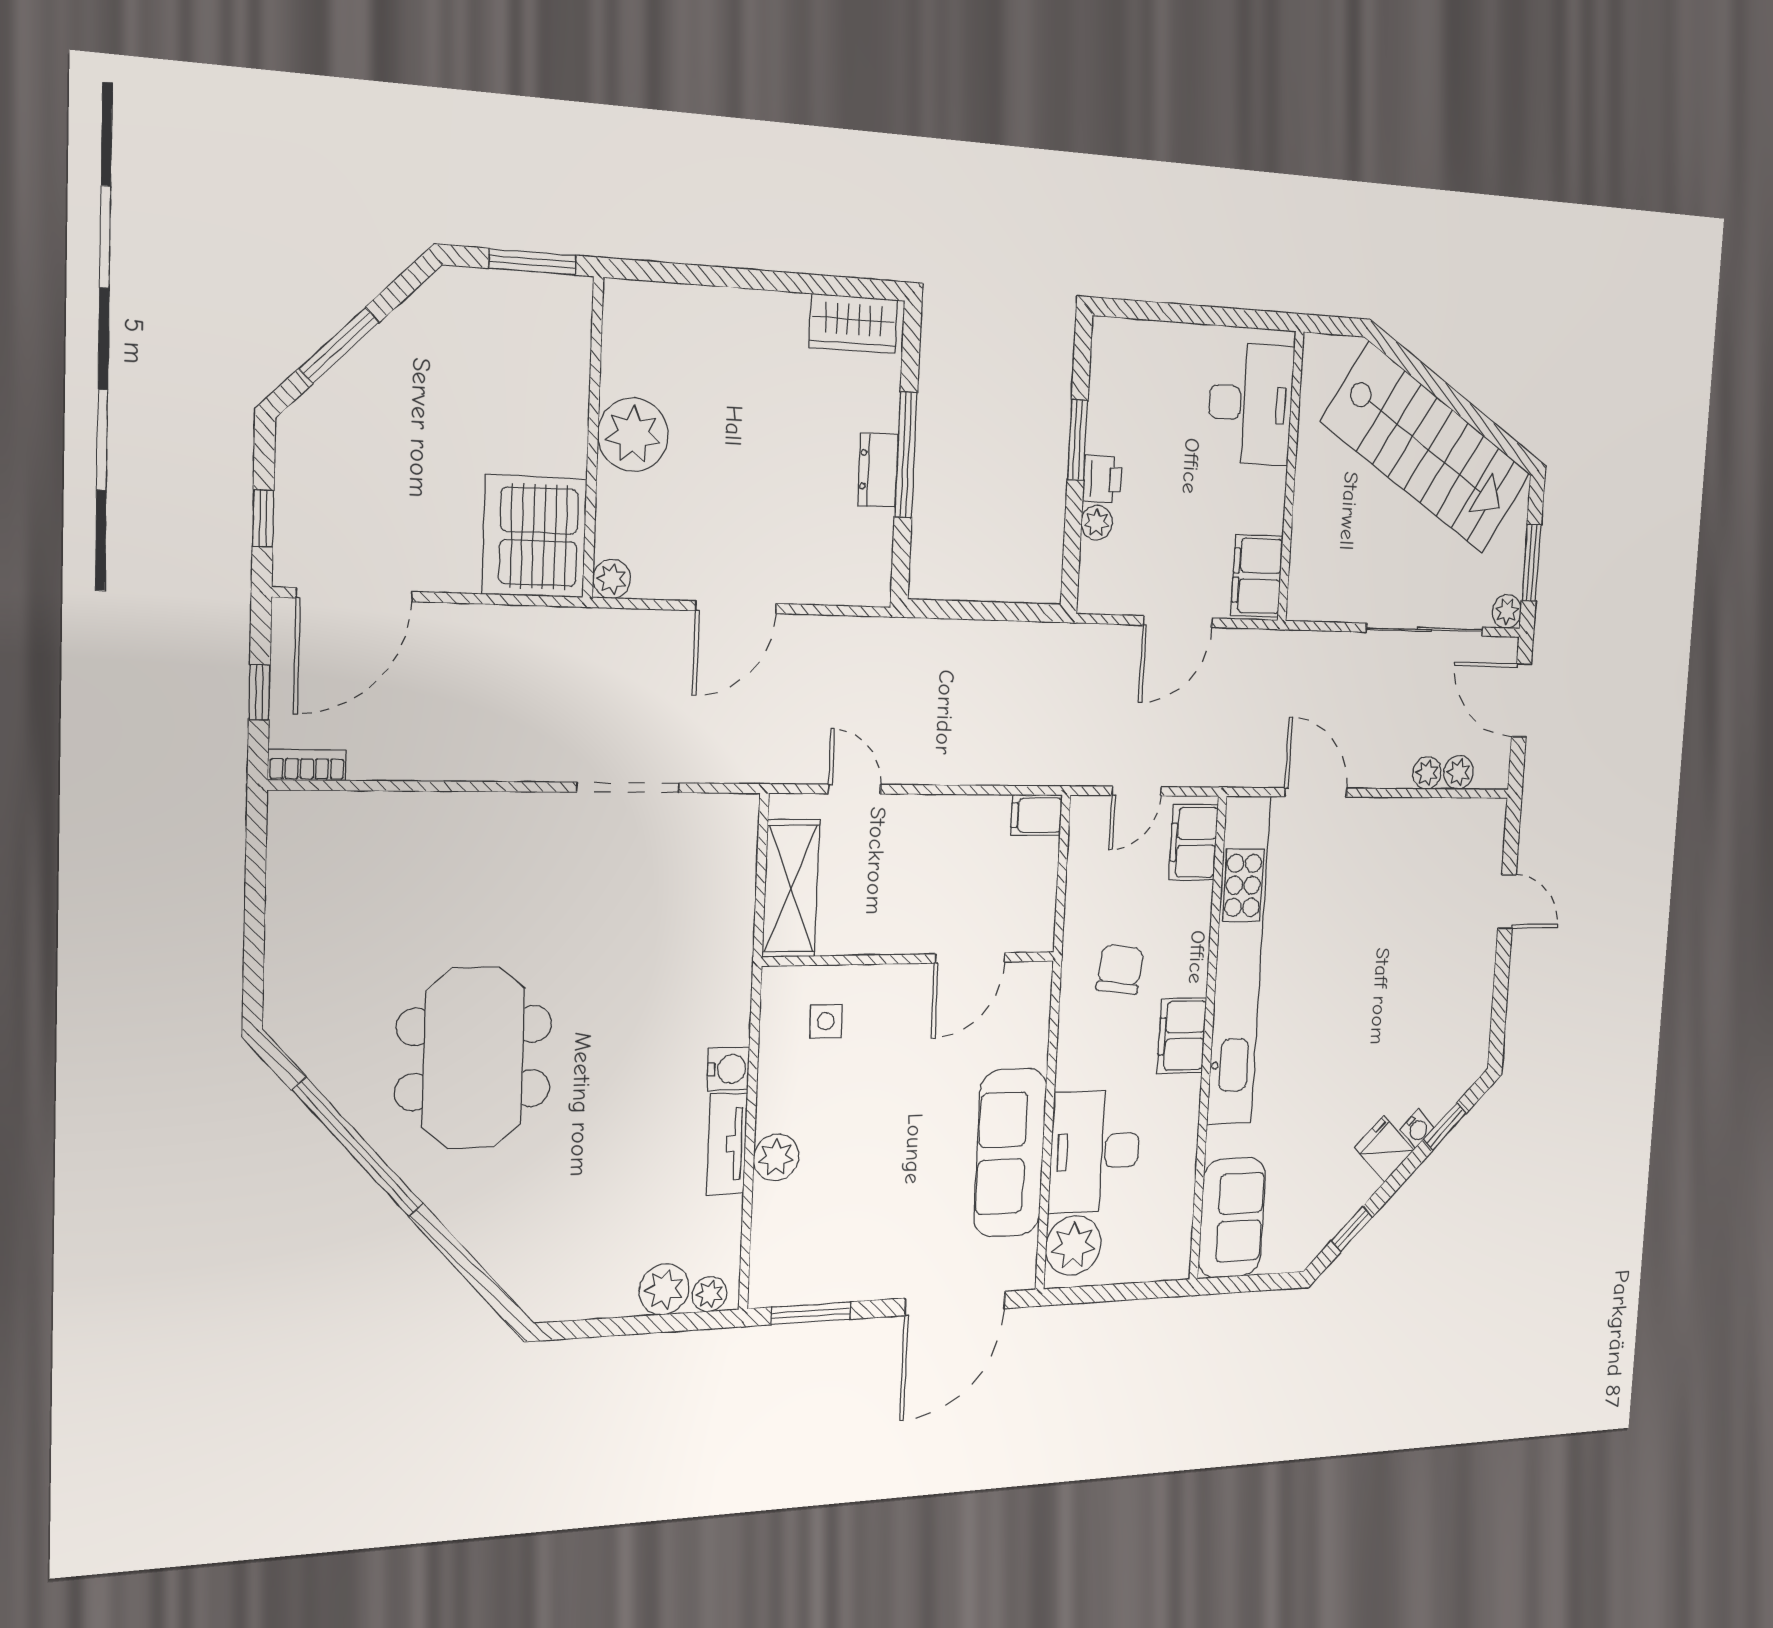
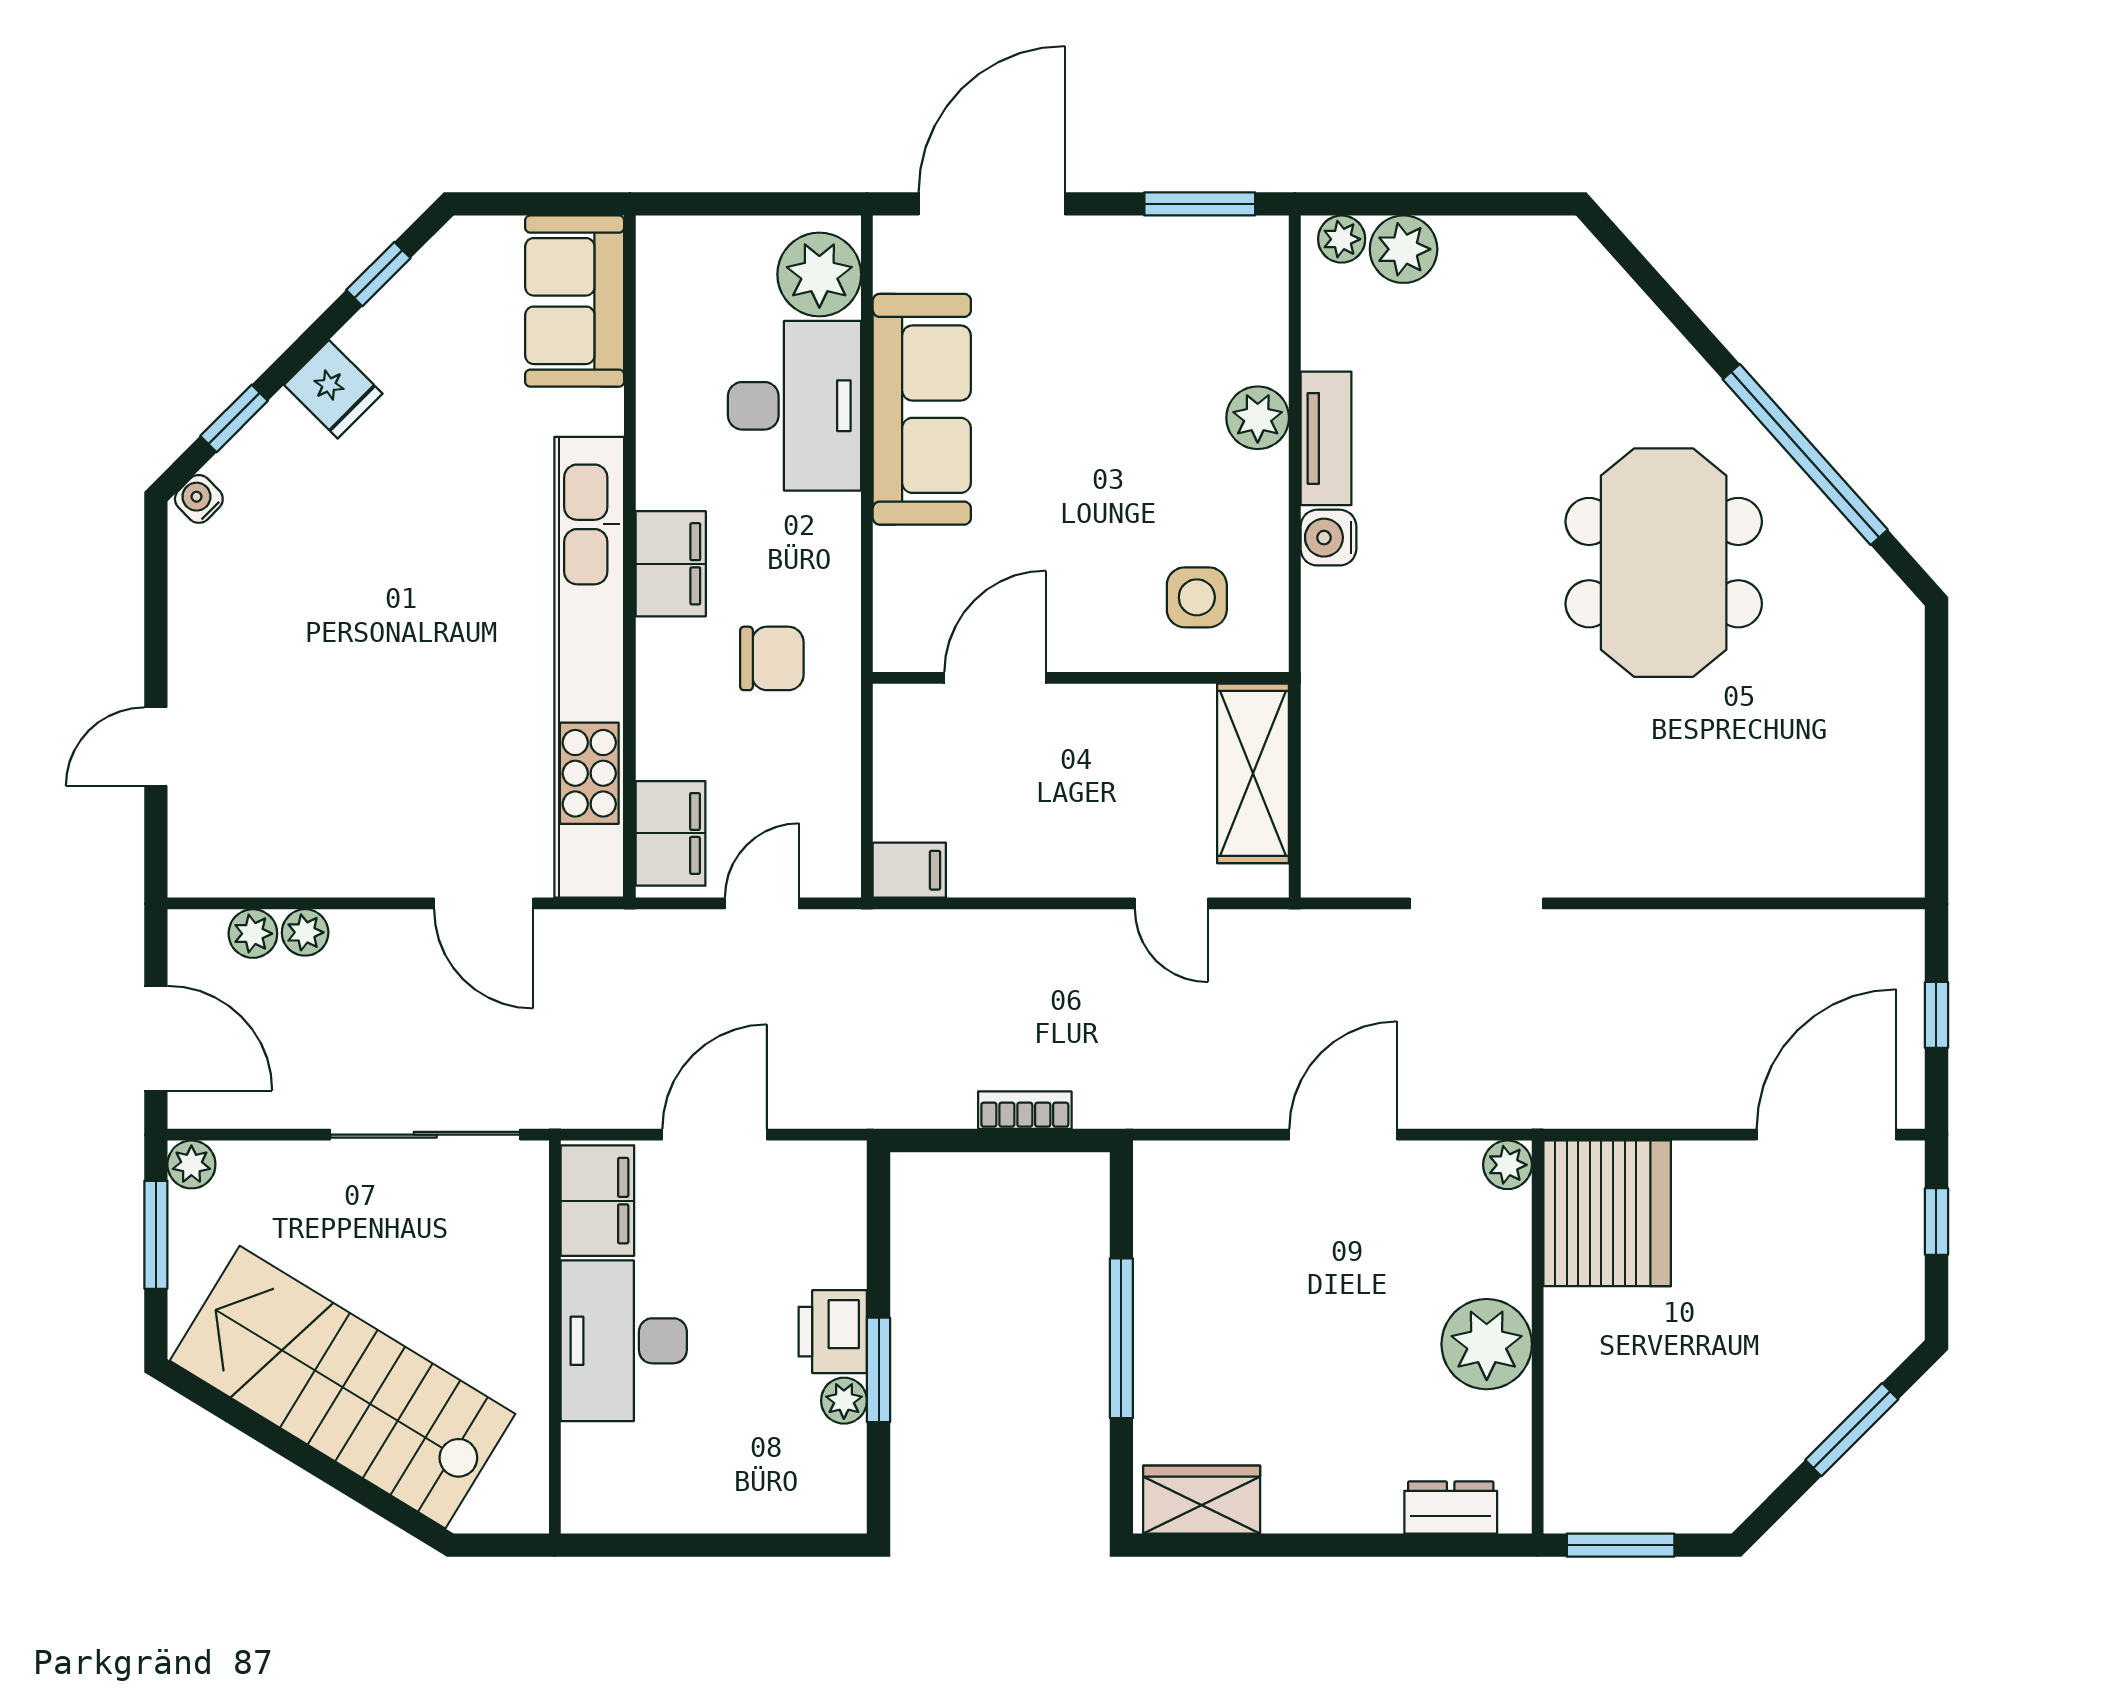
desk: (1250, 404) -> (624, 1341), moved
dresser: (878, 470) -> (1451, 1508), moved, turned -90
printer: (1102, 479) -> (833, 1332), width x1.36, depth x1.24
plant: (1097, 523) -> (844, 1401), moved
sliding door: (1425, 630) -> (425, 1135), moved
bookcase: (307, 765) -> (1025, 1110), moved, turned 180
door: (1507, 902) -> (156, 747), hinge flipped
chair: (1120, 969) -> (772, 658), turned -97
side table: (826, 1021) -> (1197, 597), width x1.37, depth x1.37
water cooler: (1417, 1128) -> (199, 499), moved

